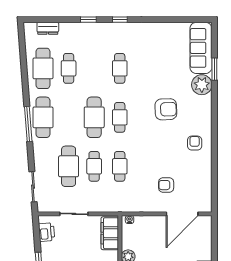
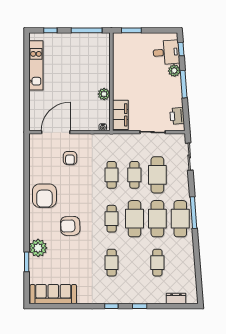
sofa: (201, 48) -> (53, 294), moved, turned -90
cafe table: (43, 68) -> (157, 219), moved
armchair: (195, 143) -> (44, 196), width x1.88, depth x1.88
armchair: (166, 185) -> (70, 158), turned 90

